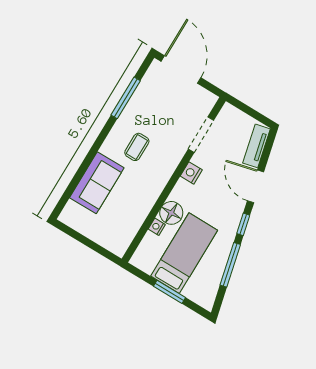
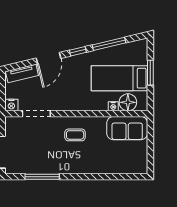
coffee table: (137, 147) -> (75, 135), moved
nightstand: (191, 173) -> (11, 105), moved
sofa: (97, 183) -> (127, 128), moved, turned 180
floor lamp: (171, 213) -> (128, 102), moved

